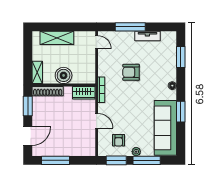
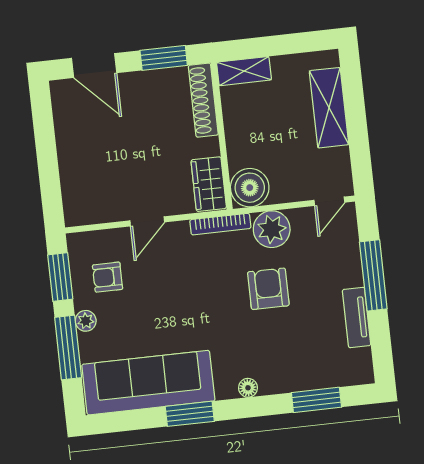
plant: (106, 68) -> (272, 229), added
boiler: (64, 75) -> (250, 188), moved
window: (55, 160) -> (45, 136), removed

